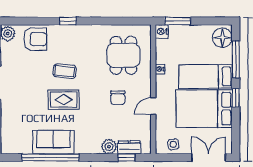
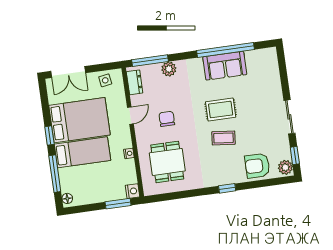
floor lamp: (222, 38) -> (67, 198), width x0.53, depth x0.53
dresser: (129, 147) -> (135, 82), moved, turned -90
window: (126, 158) -> (150, 61), width x2.17

